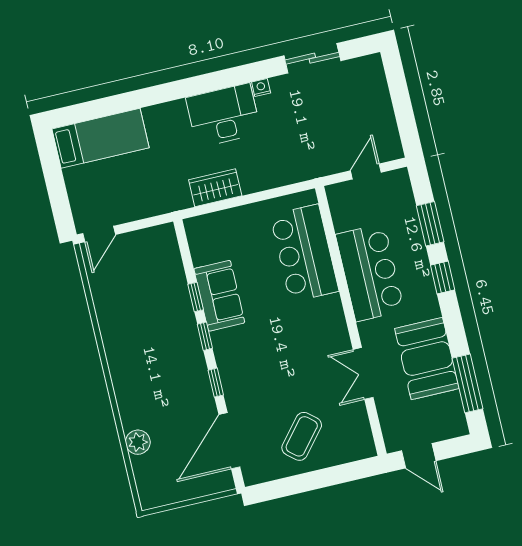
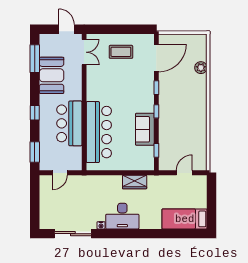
sliding door: (312, 58) -> (73, 234), width x1.37
window: (430, 224) -> (35, 152), moved
door: (99, 234) -> (184, 173), moved
bar counter: (304, 253) -> (99, 132), width x1.36
window: (196, 297) -> (156, 150), moved
double door: (363, 373) -> (84, 52), moved
coffee table: (302, 436) -> (121, 52), turned 50

